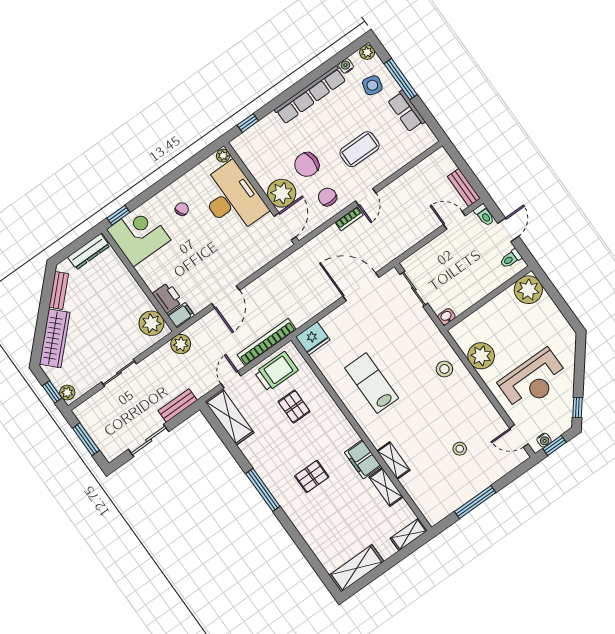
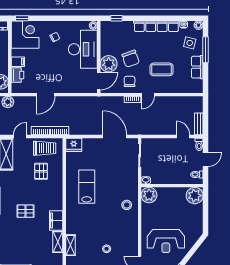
chair: (307, 165) -> (131, 59), turned -107
filing cabinet: (181, 315) -> (18, 62), moved
plant: (481, 356) -> (149, 195), moved
shelving: (393, 461) -> (70, 245), moved

